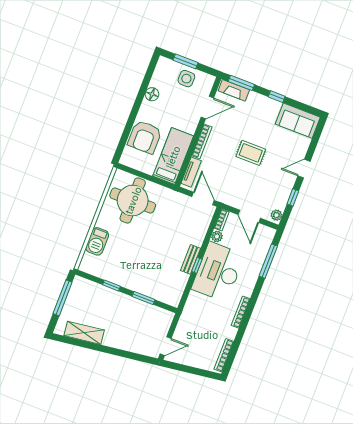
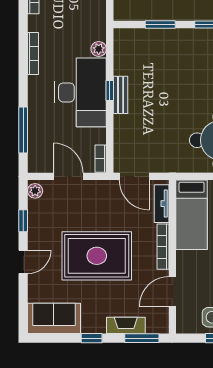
fireplace: (234, 90) -> (126, 325), moved
rug: (251, 153) -> (97, 256), width x1.86, depth x2.06
plant: (217, 236) -> (99, 49), moved

